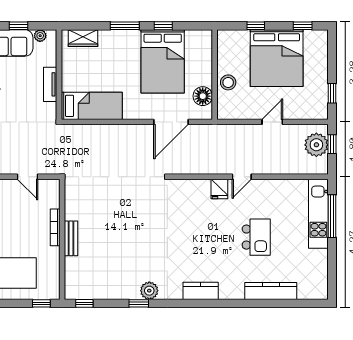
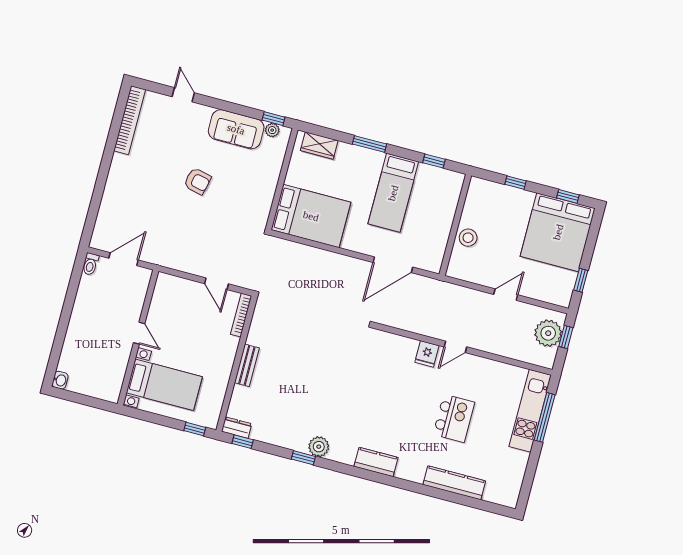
window: (19, 26) -> (273, 119), moved
window: (163, 26) -> (434, 161), moved
bed: (277, 58) -> (558, 232), moved
bed: (163, 61) -> (393, 193), width x0.67
tv unit: (50, 84) -> (269, 187), removed
floor lamp: (203, 96) -> (436, 245), removed
bed: (92, 106) -> (311, 216), width x1.50
bookcase: (55, 227) -> (241, 315), moved
dresser: (76, 293) -> (237, 428), added

